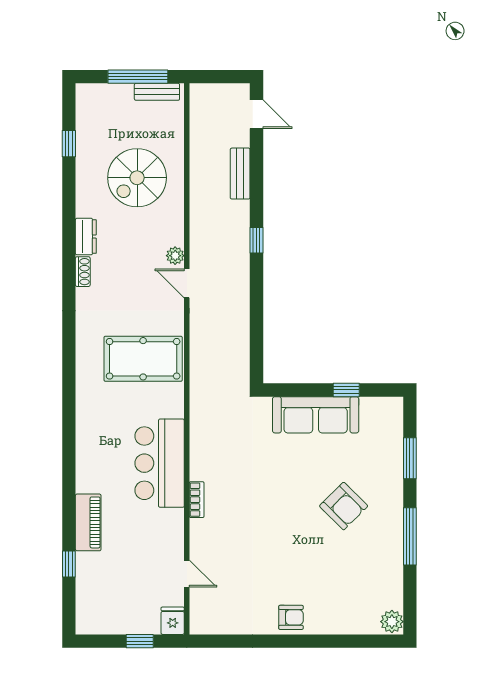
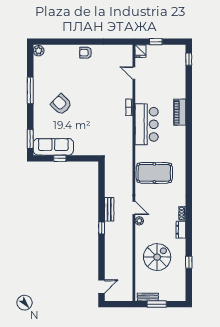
window: (138, 77) -> (157, 304), width x0.69
door: (256, 114) -> (102, 287), swing flipped
window: (69, 144) -> (189, 262), moved
bench: (240, 174) -> (109, 209), moved
sofa: (316, 415) -> (53, 147), moved
window: (410, 458) -> (30, 139), moved
piano: (88, 522) -> (180, 112), moved
window: (69, 564) -> (189, 59), moved

